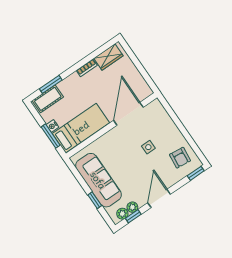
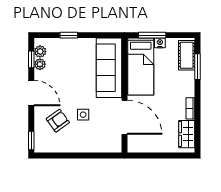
armchair: (180, 158) -> (58, 121), moved, turned 138
sofa: (98, 180) -> (109, 68), moved, turned 90

